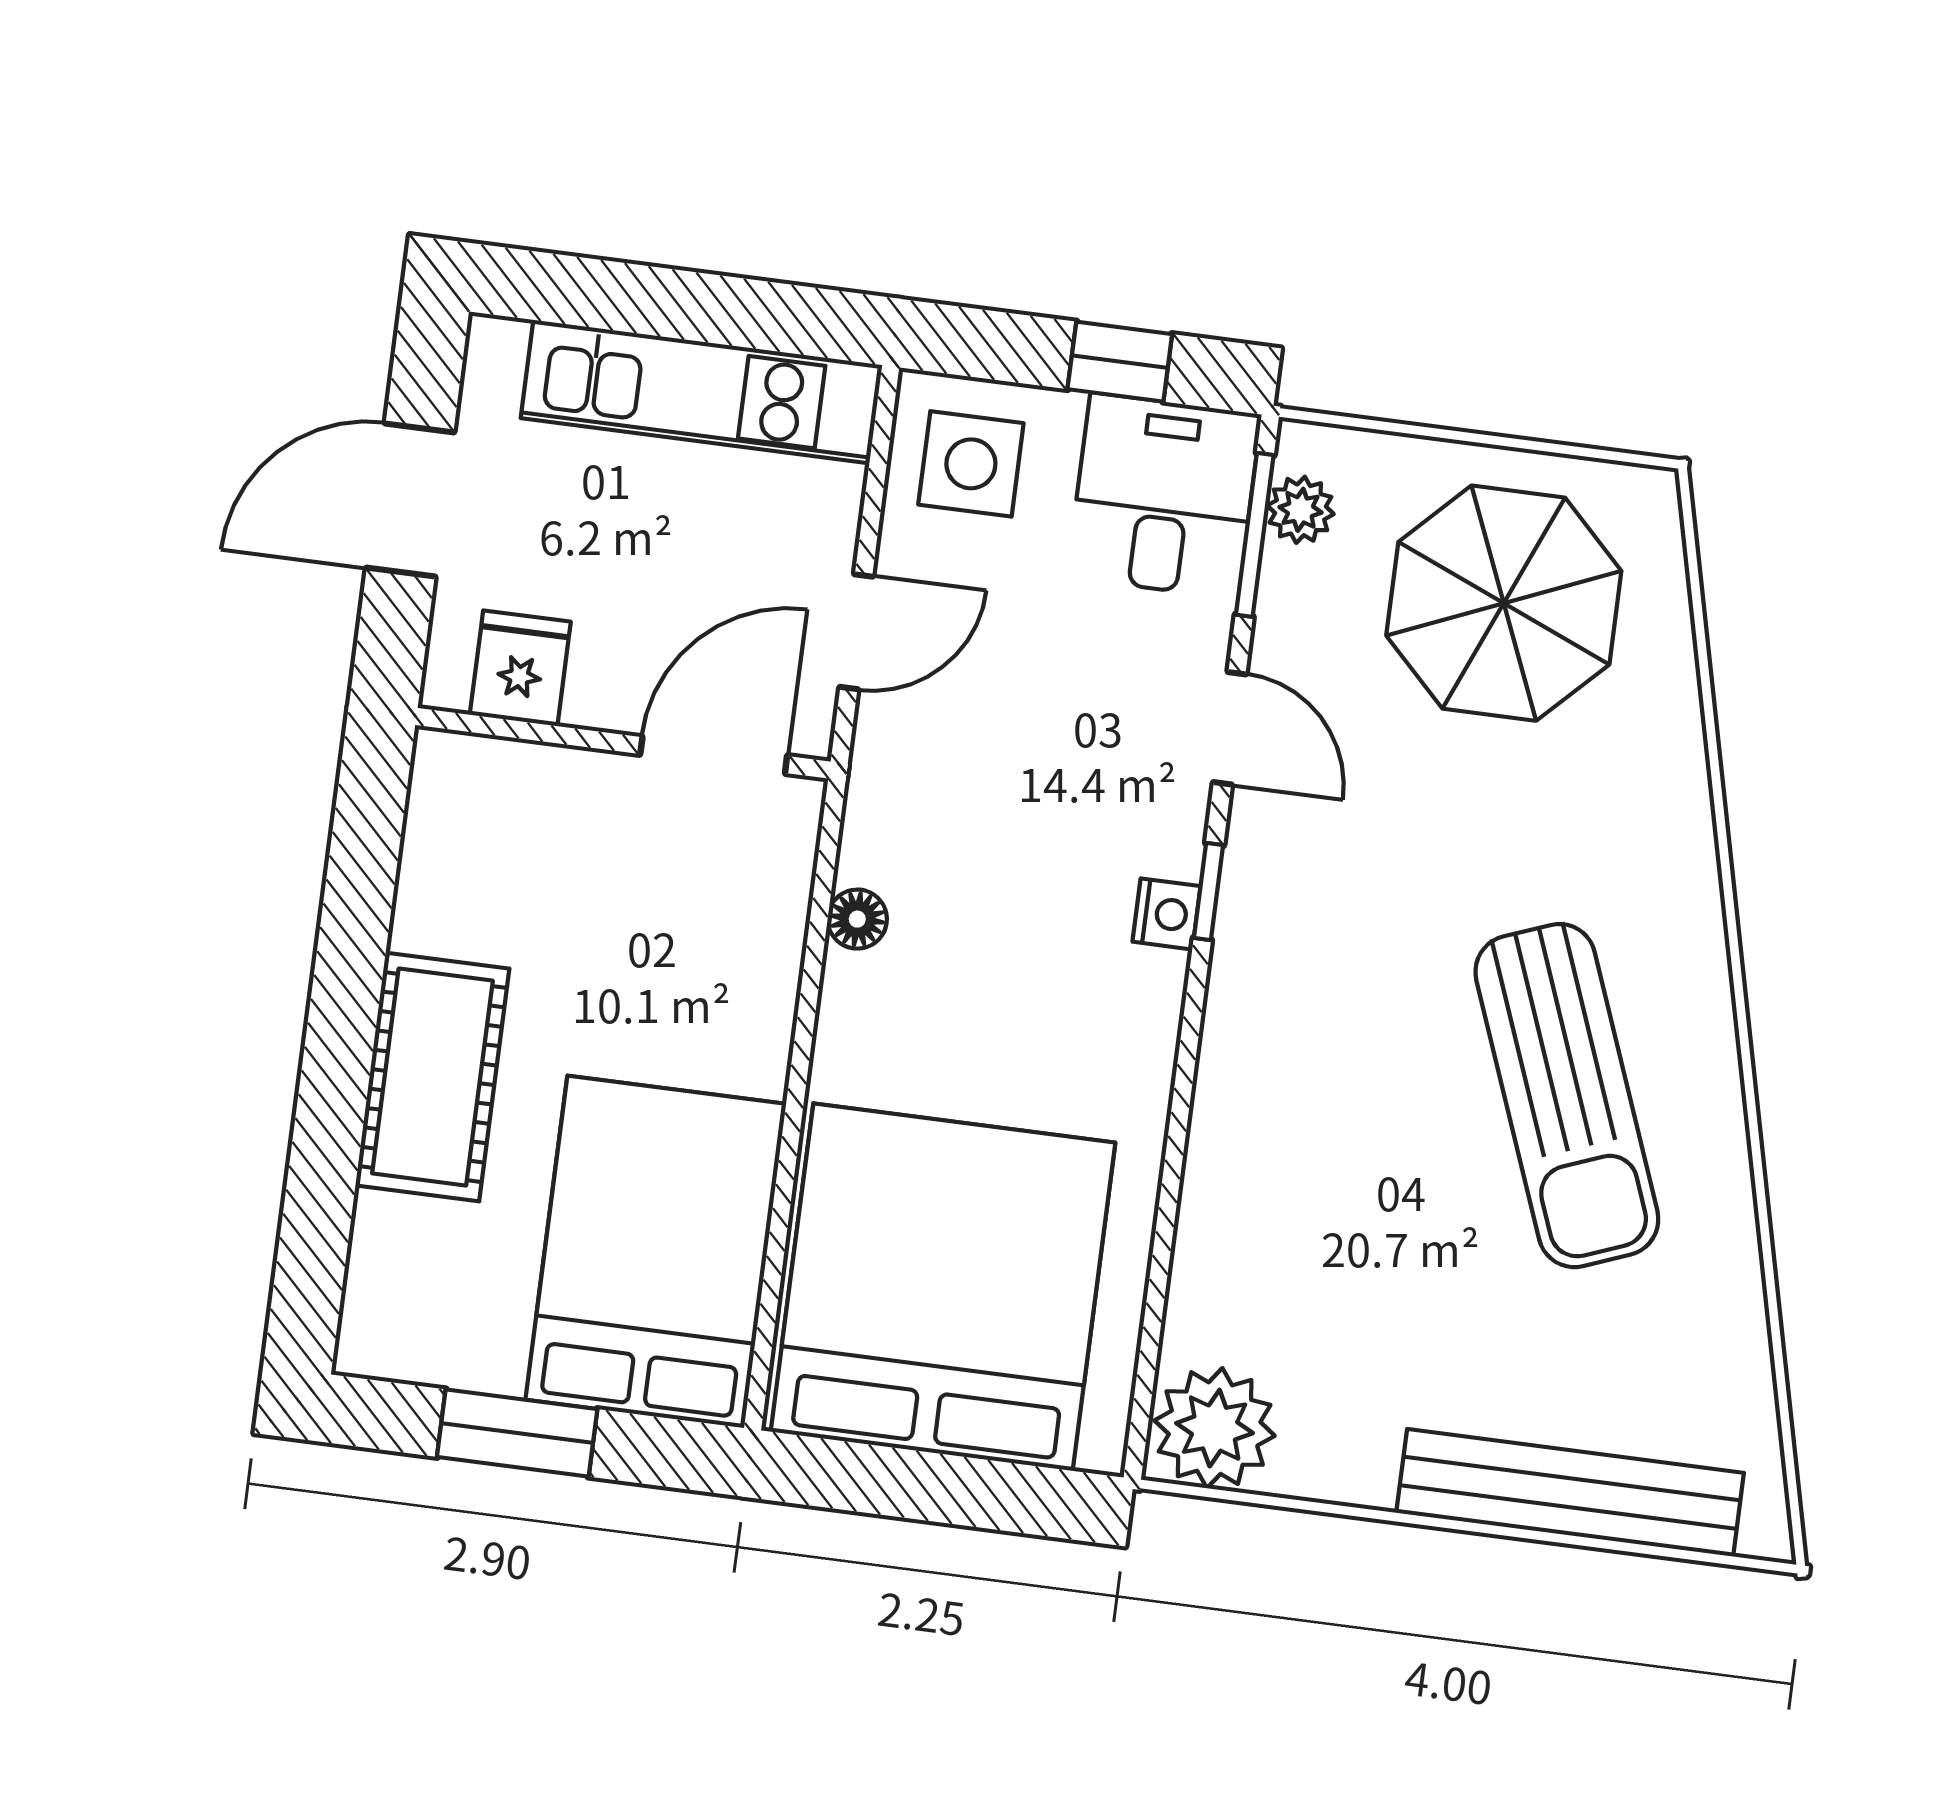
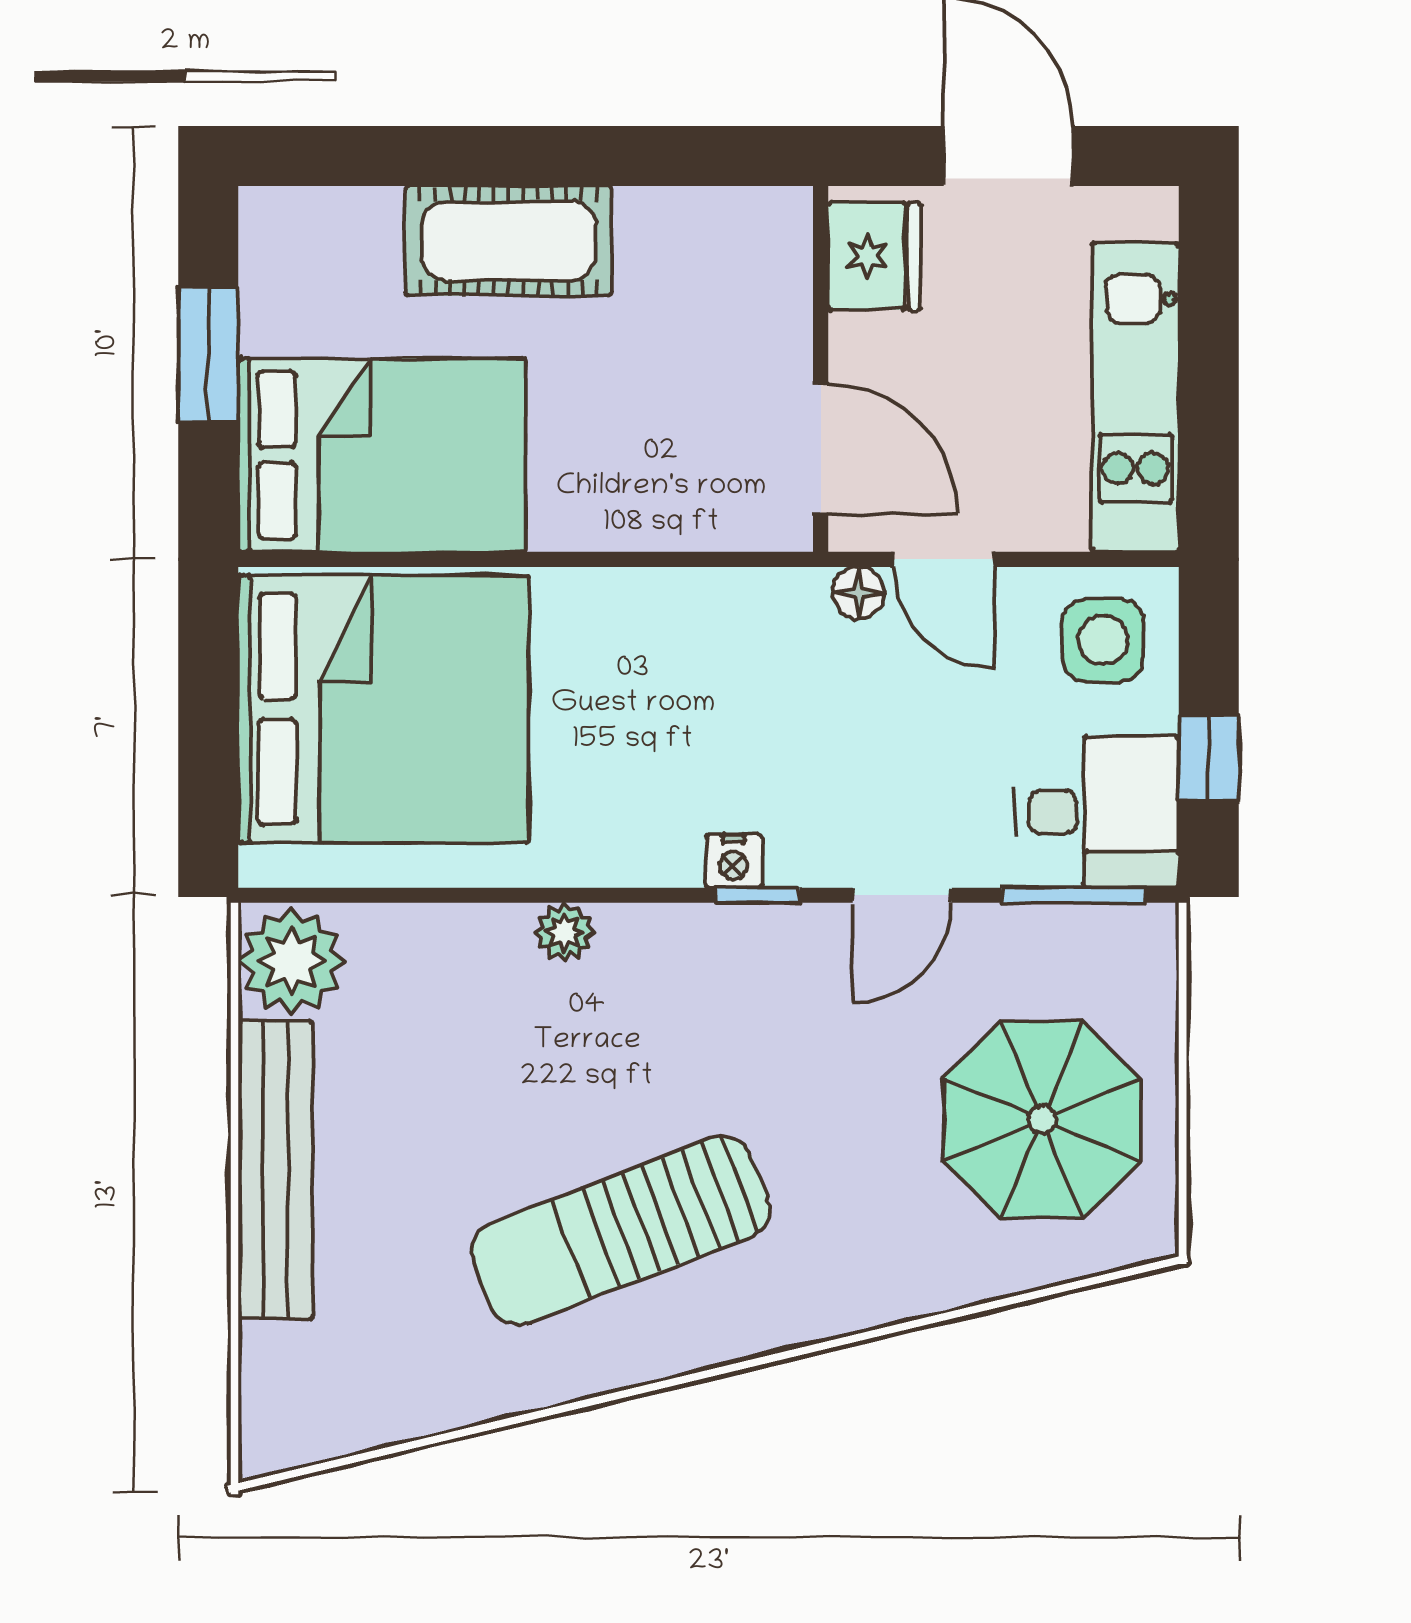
plant: (1300, 510) -> (564, 932), moved
fridge: (520, 668) -> (874, 256), width x1.38
floor lamp: (857, 919) -> (858, 593), moved
bench: (1570, 1493) -> (275, 1170), moved

